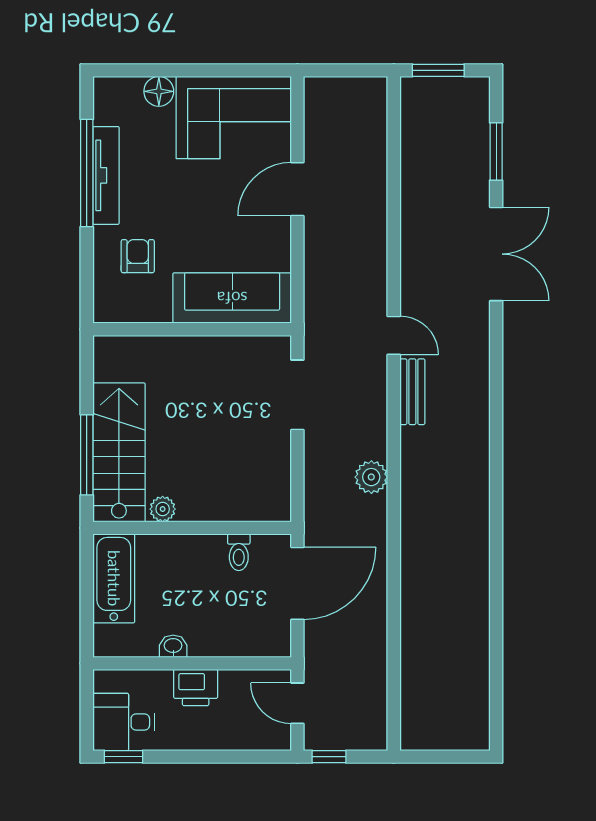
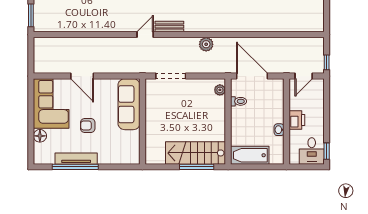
armchair: (138, 256) -> (88, 125), moved
plant: (163, 509) -> (220, 90), moved

